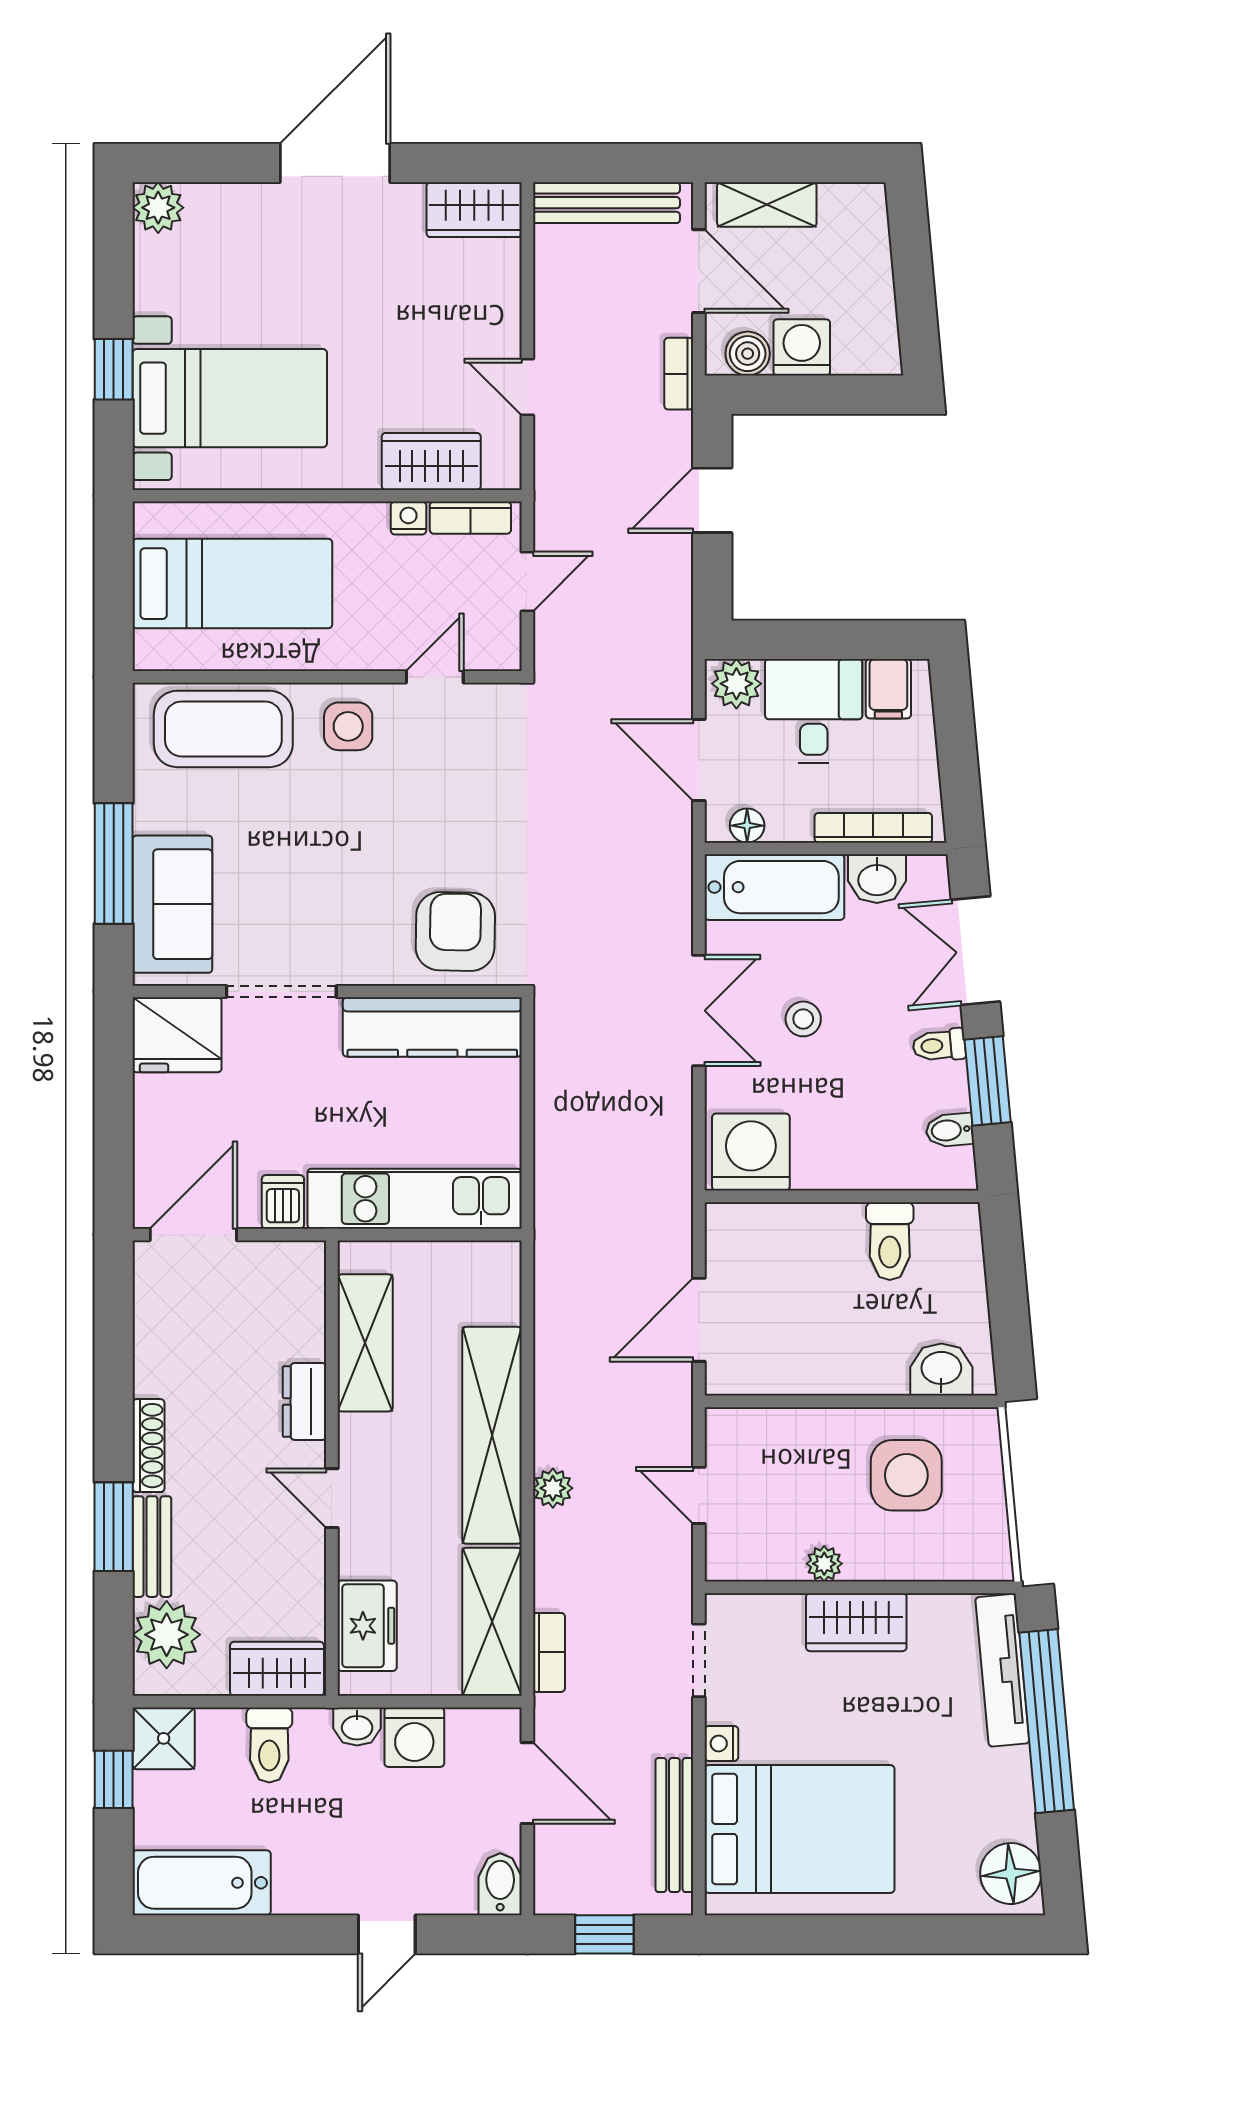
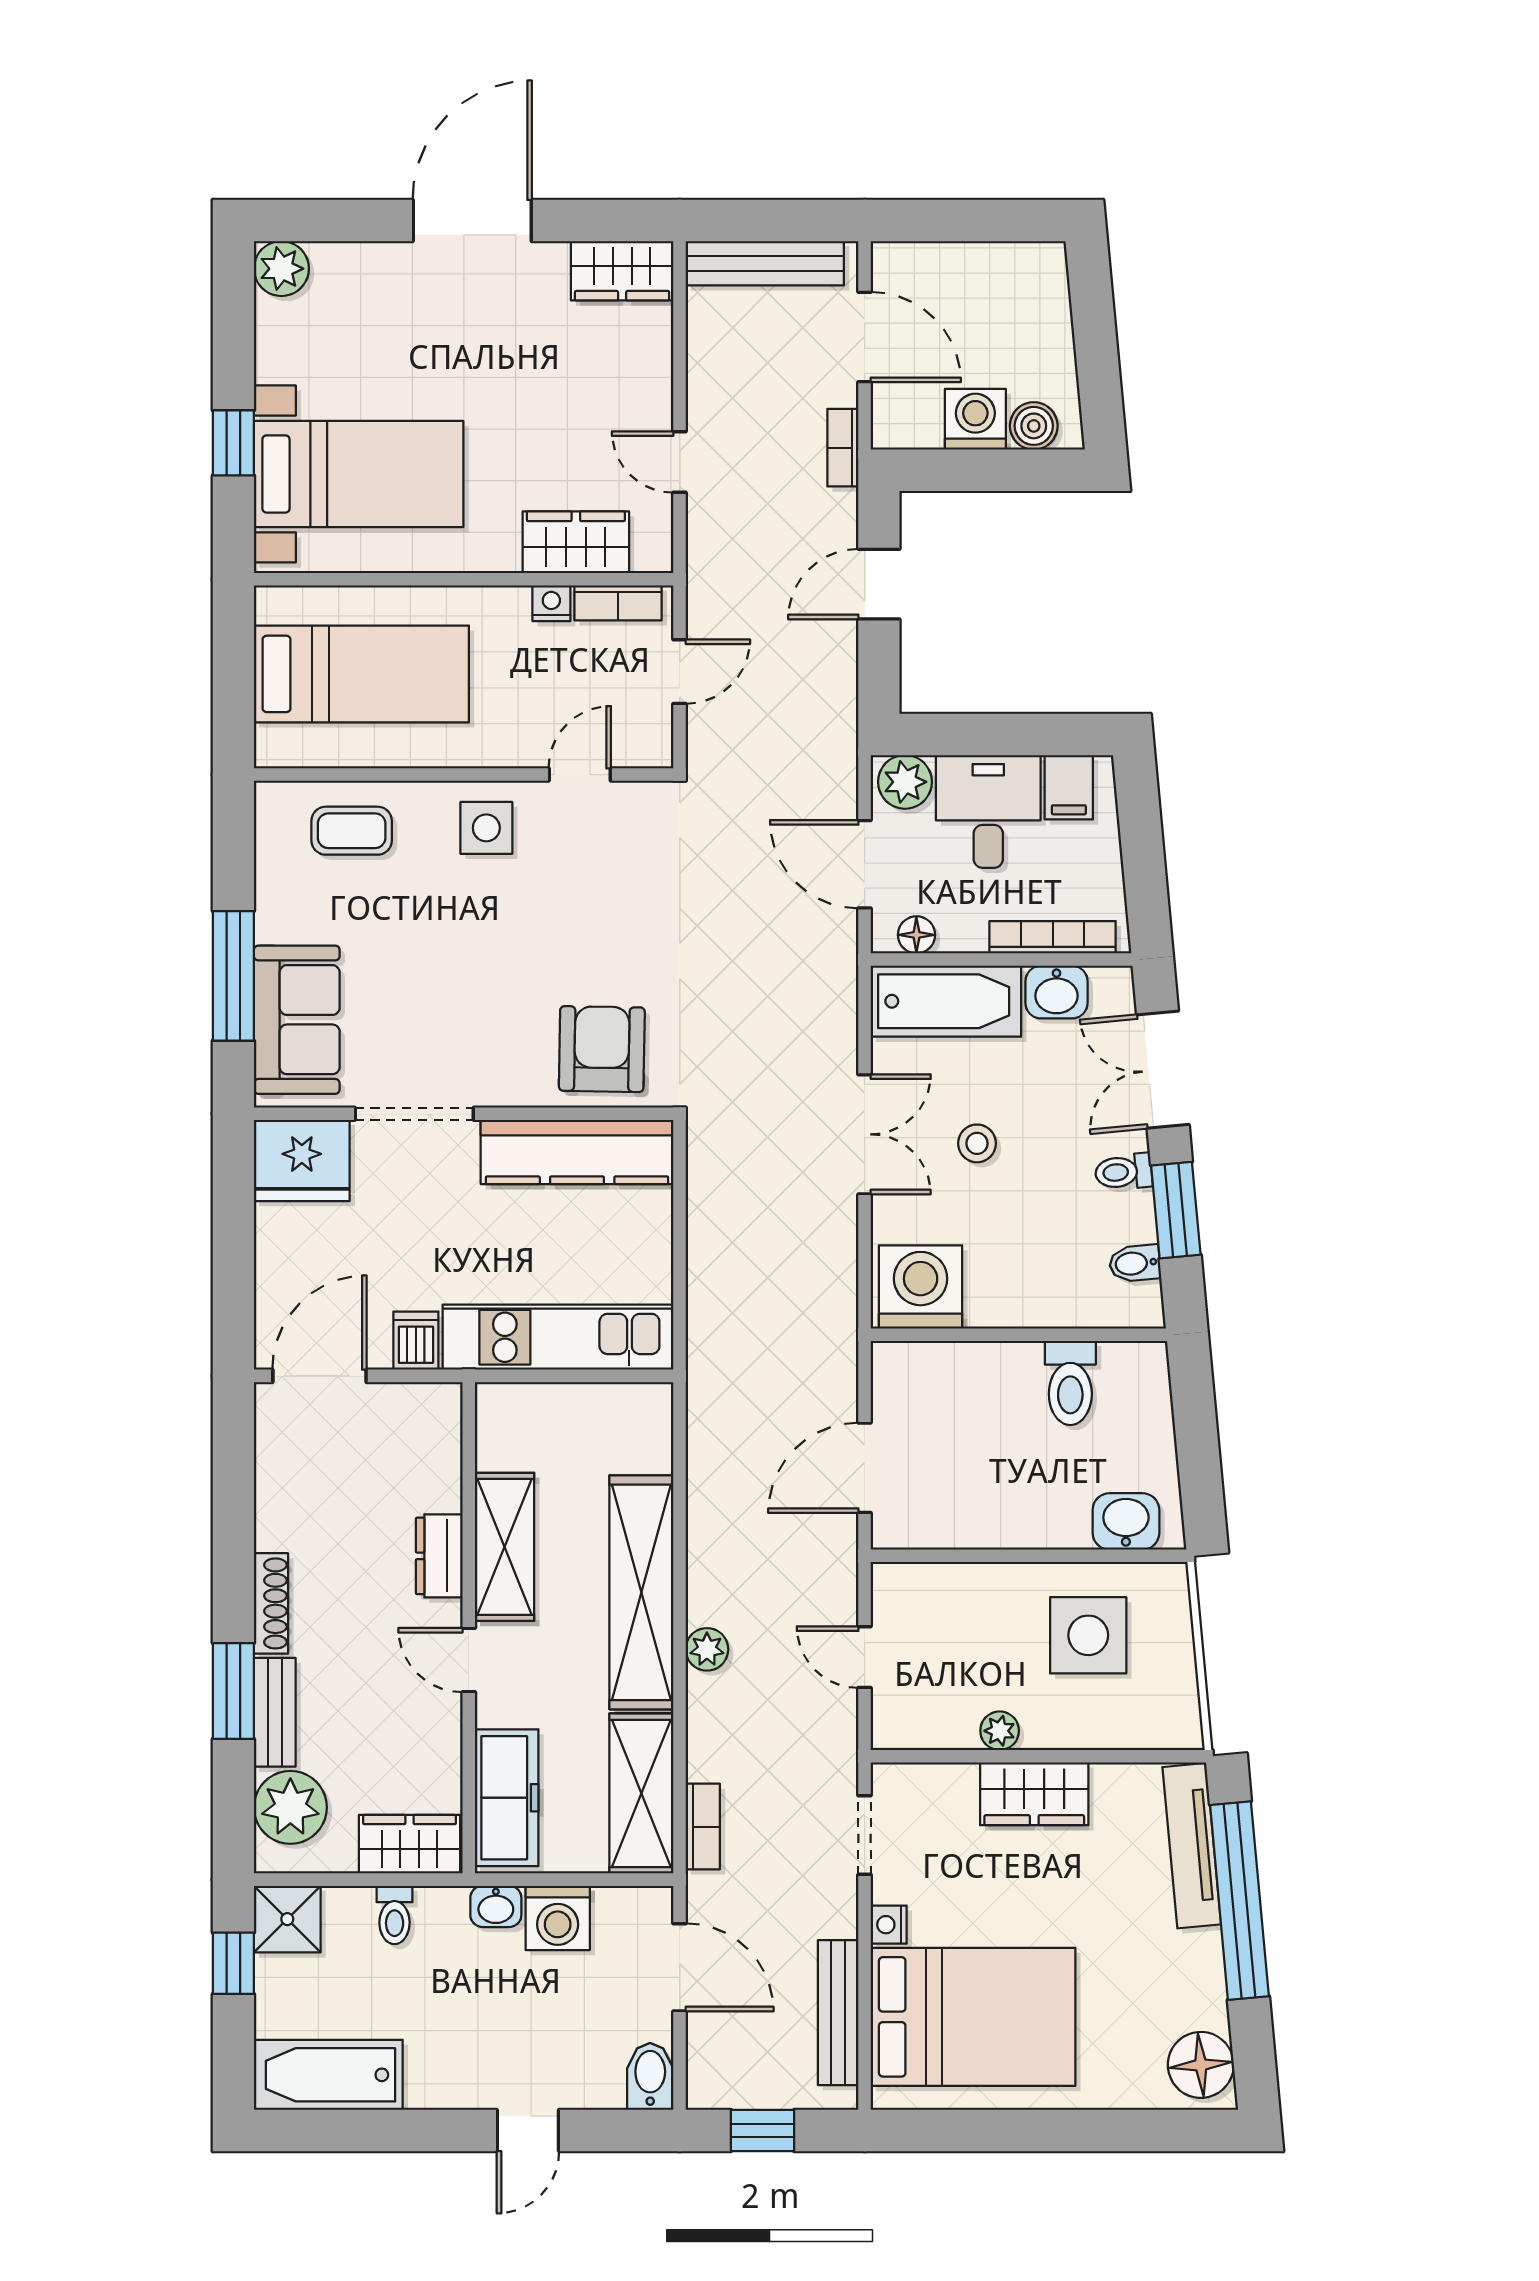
shelving: (767, 204) -> (938, 265), removed
boiler: (748, 354) -> (1034, 426), moved
coffee table: (223, 729) -> (352, 831), width x0.54, depth x0.58
shelving: (365, 1343) -> (505, 1547), moved
freezer: (367, 1626) -> (507, 1798), width x1.40
toilet: (269, 1745) -> (395, 1915), width x0.73, depth x0.72

